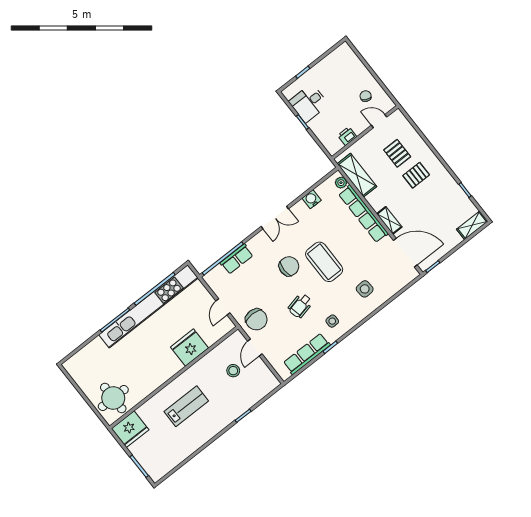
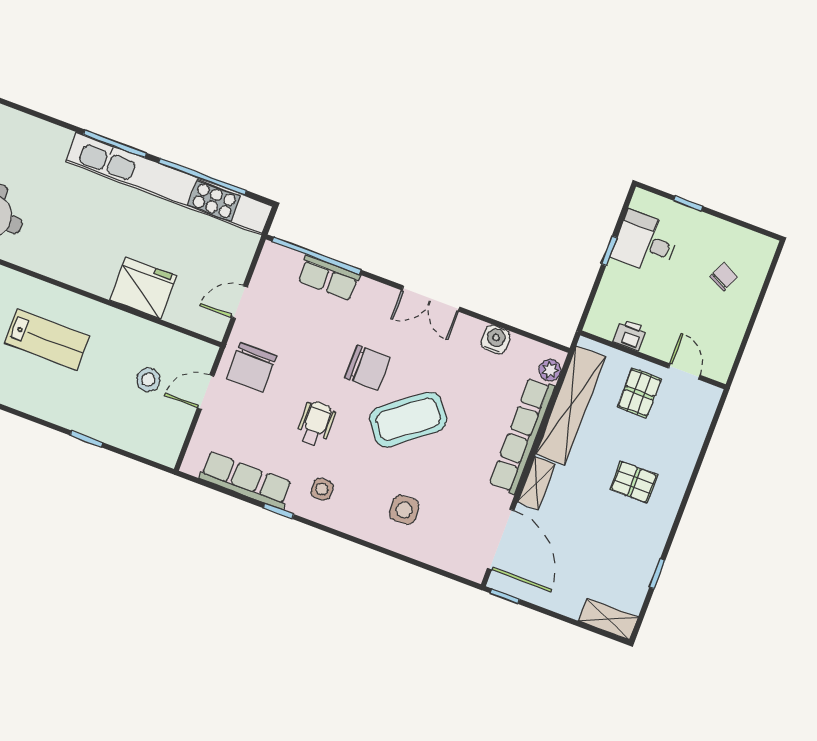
chair: (366, 96) -> (724, 277), moved
pallet: (397, 153) -> (639, 393), moved
shelving: (357, 175) -> (571, 405), width x1.47
coffee table: (324, 262) -> (408, 419), turned 52
wheelchair: (300, 306) -> (316, 424), turned 103

